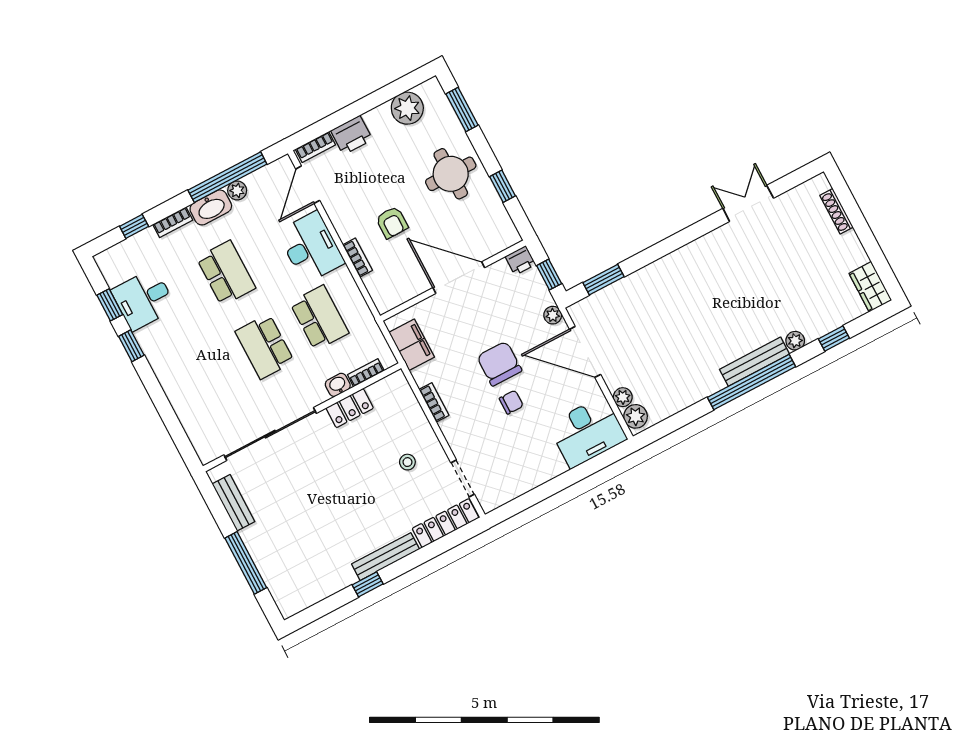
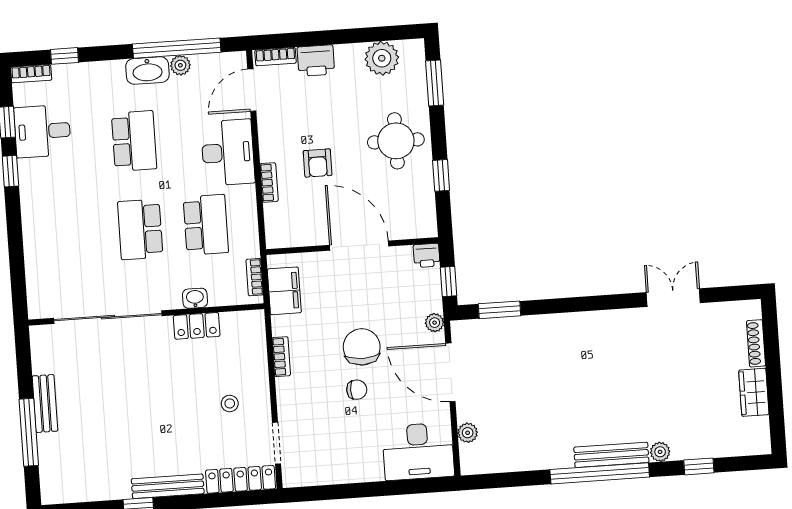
bookcase: (173, 222) -> (31, 74), moved
wardrobe: (870, 287) -> (754, 392), moved
bookcase: (366, 373) -> (255, 277), moved, turned -90
plant: (636, 416) -> (472, 457), removed
bench: (233, 503) -> (45, 403), moved

